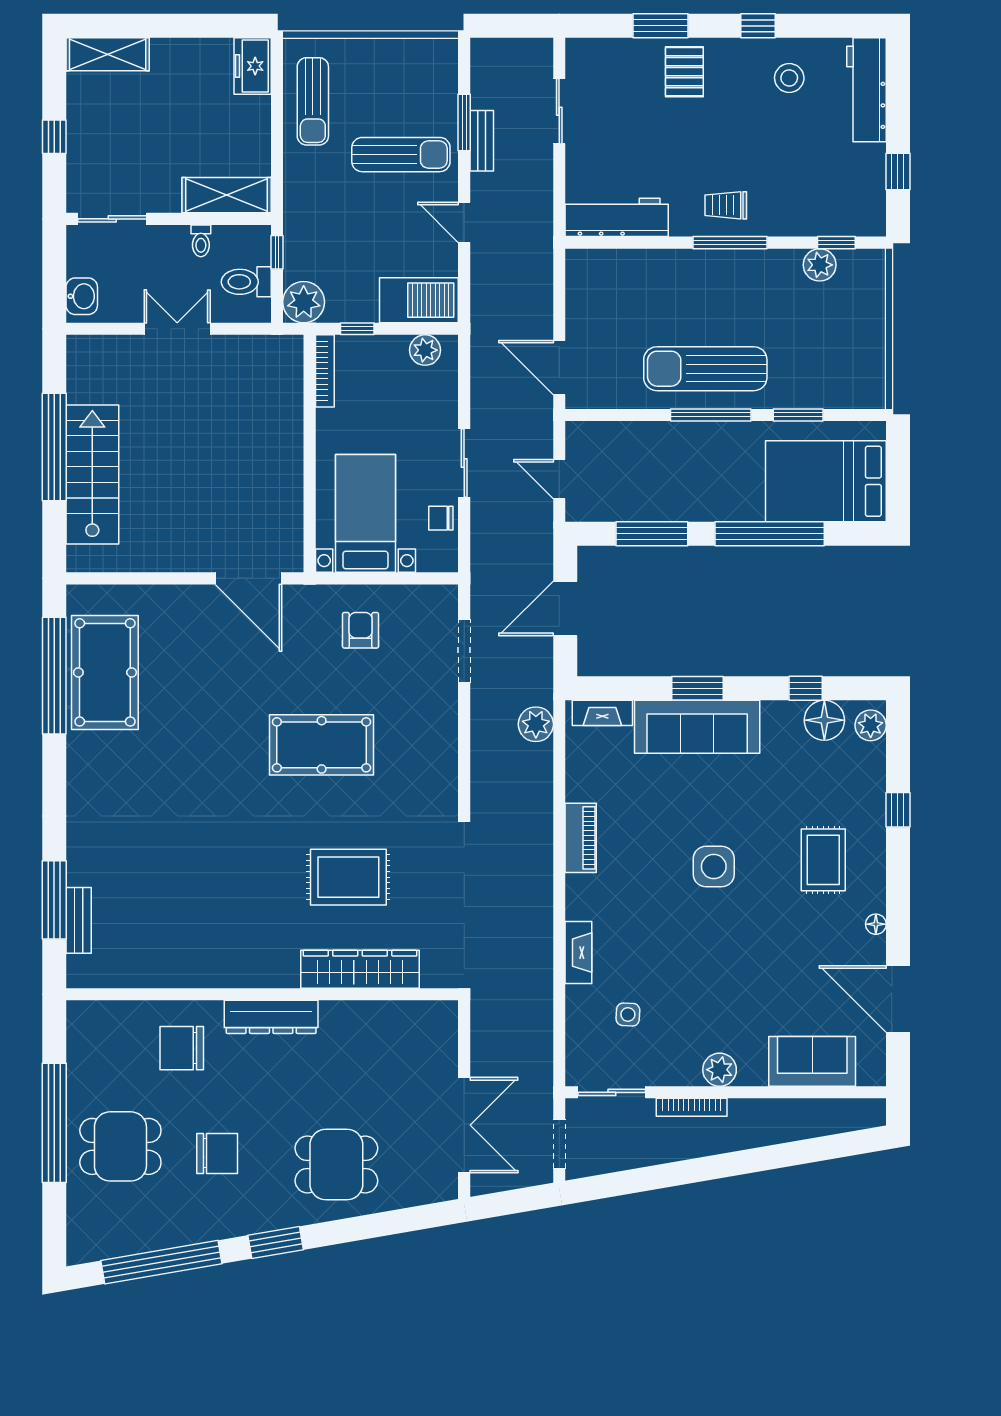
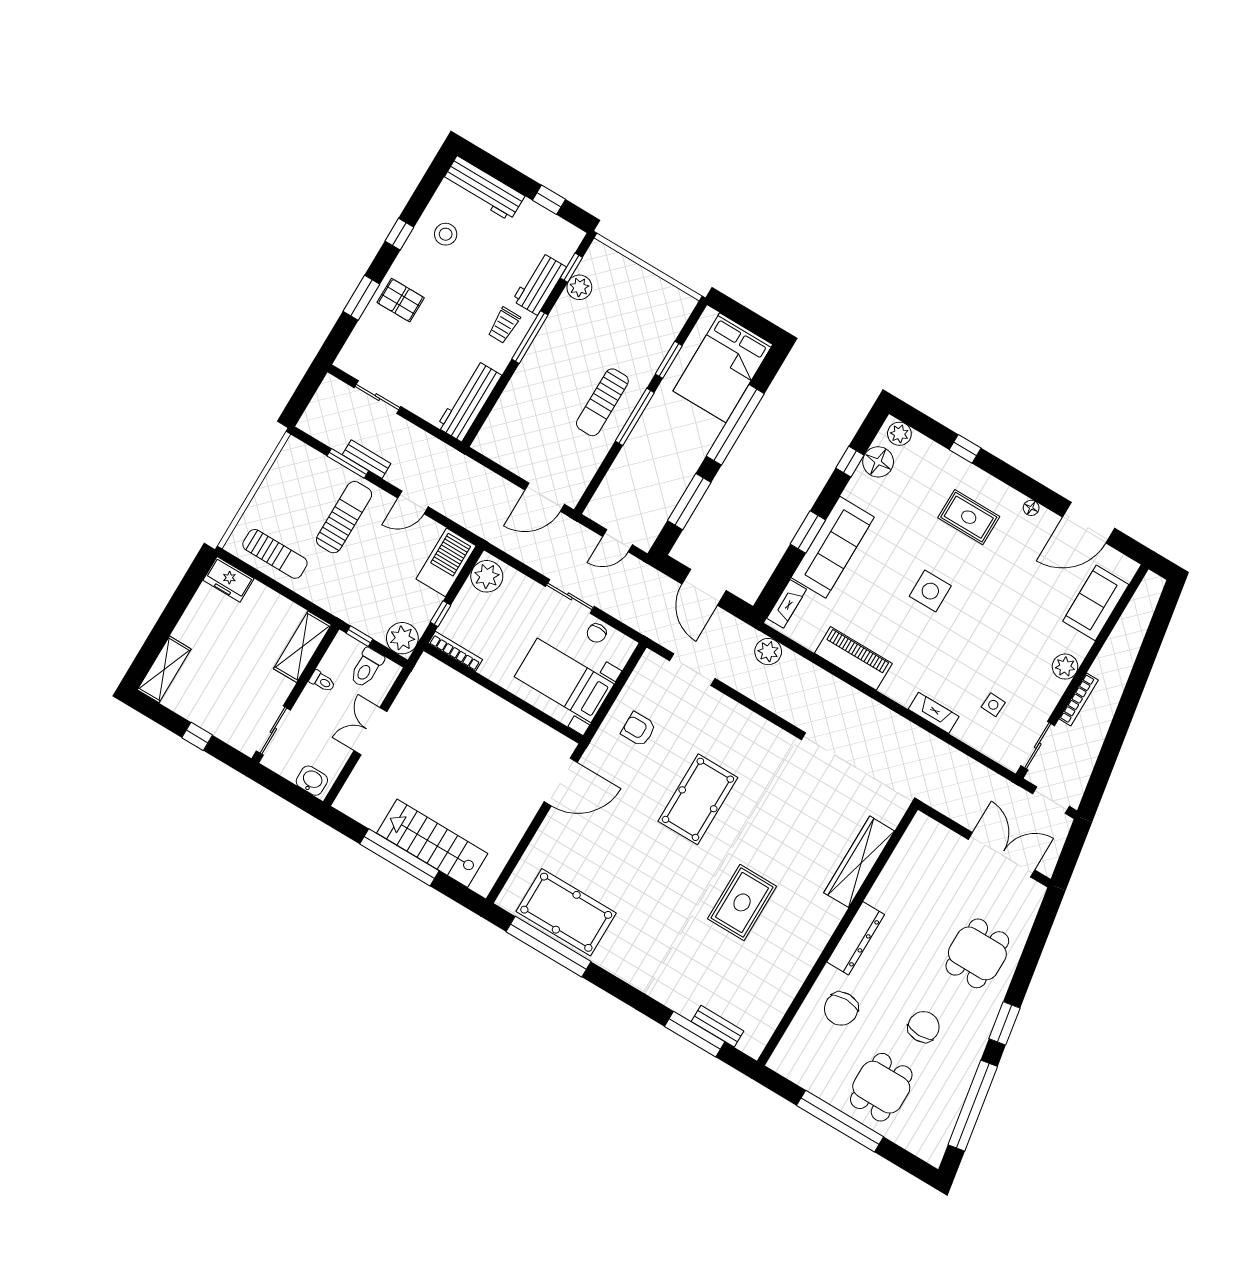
workbench: (797, 217) -> (539, 284), added
plant: (425, 350) -> (487, 576), width x1.36, depth x1.36
sun lounger: (705, 369) -> (602, 402), width x0.73, depth x0.75
piano: (581, 838) -> (853, 658), width x1.37, depth x1.33
rug: (348, 877) -> (742, 902), moved

